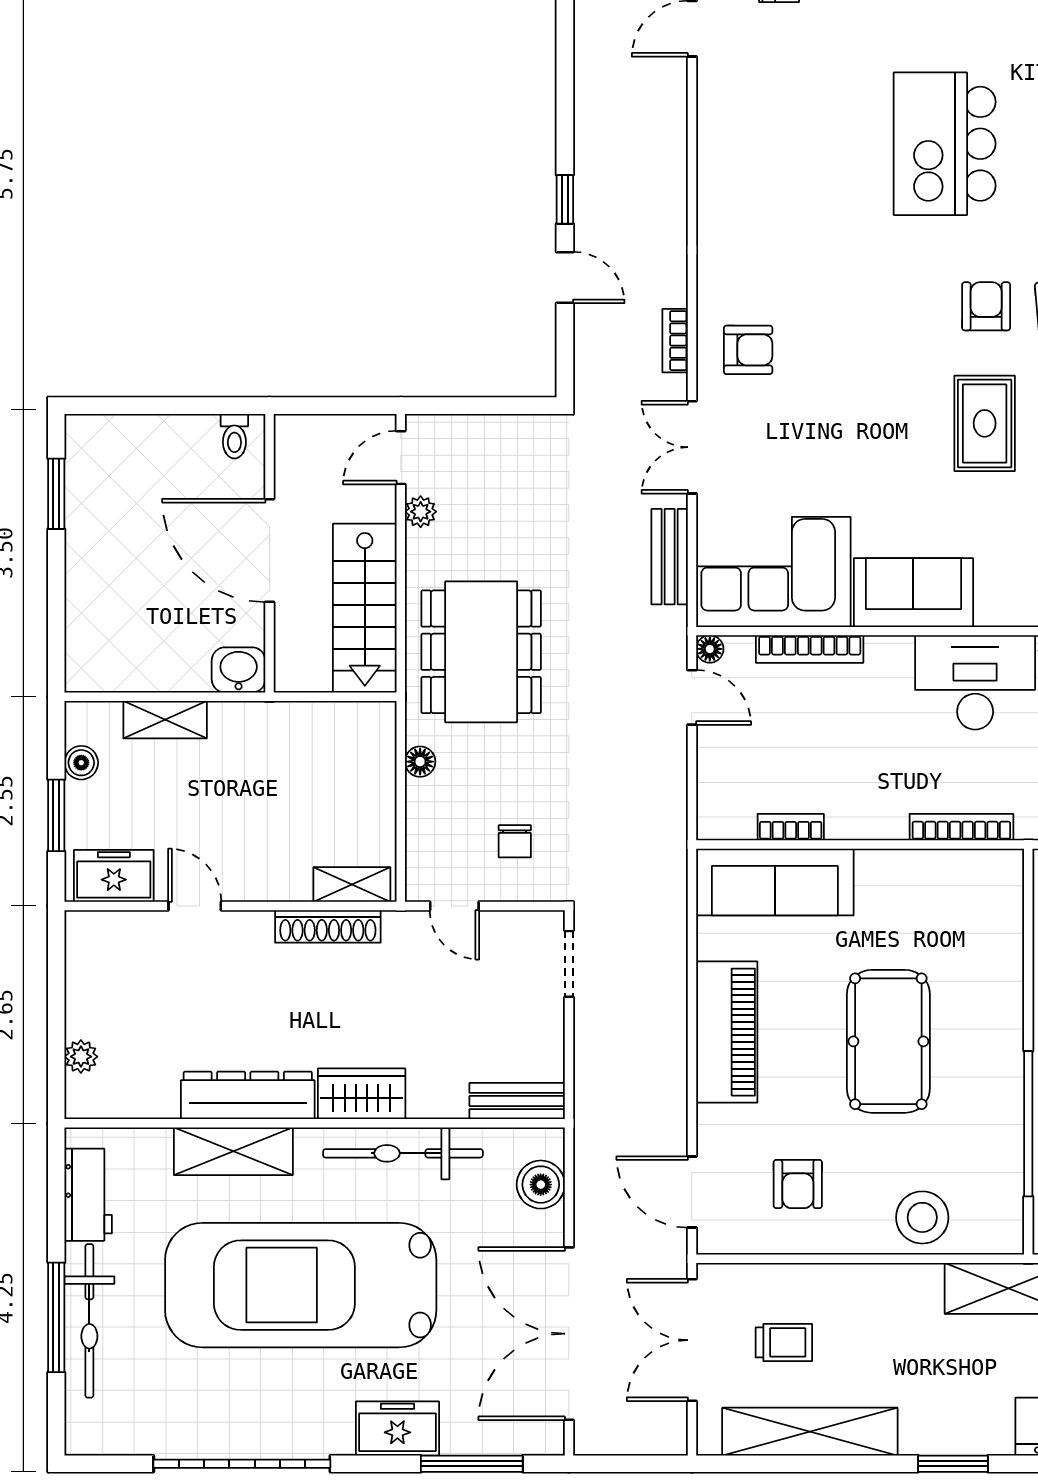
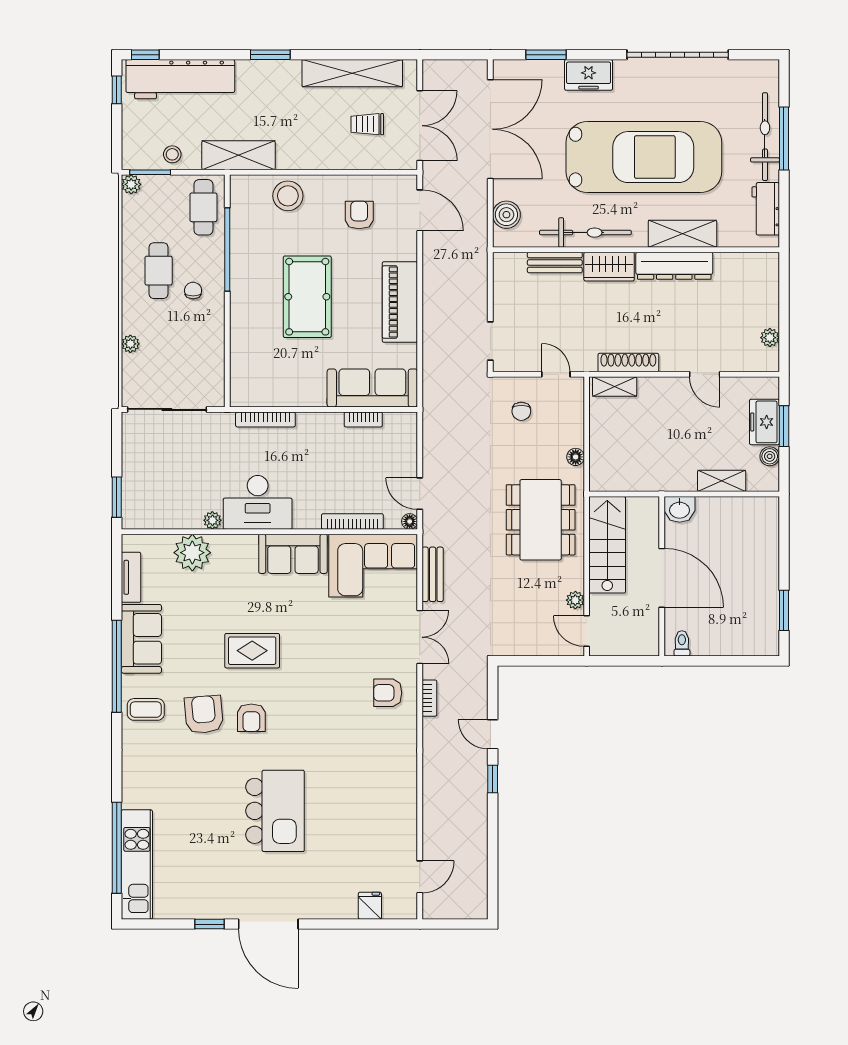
rug: (985, 423) -> (252, 651), turned 90
door: (401, 458) -> (587, 631), swing flipped
chair: (515, 841) -> (521, 411), turned 180
freezer: (114, 876) -> (764, 422), moved, turned 90
plant: (81, 1057) -> (770, 338), moved
bench: (517, 1101) -> (555, 263), moved
window: (472, 1464) -> (546, 55), width x0.69

